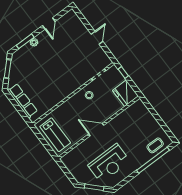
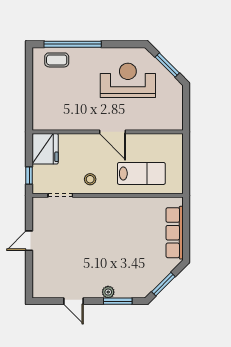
door: (49, 23) -> (74, 301), swing flipped
lab bench: (55, 135) -> (141, 173), moved, turned 90

